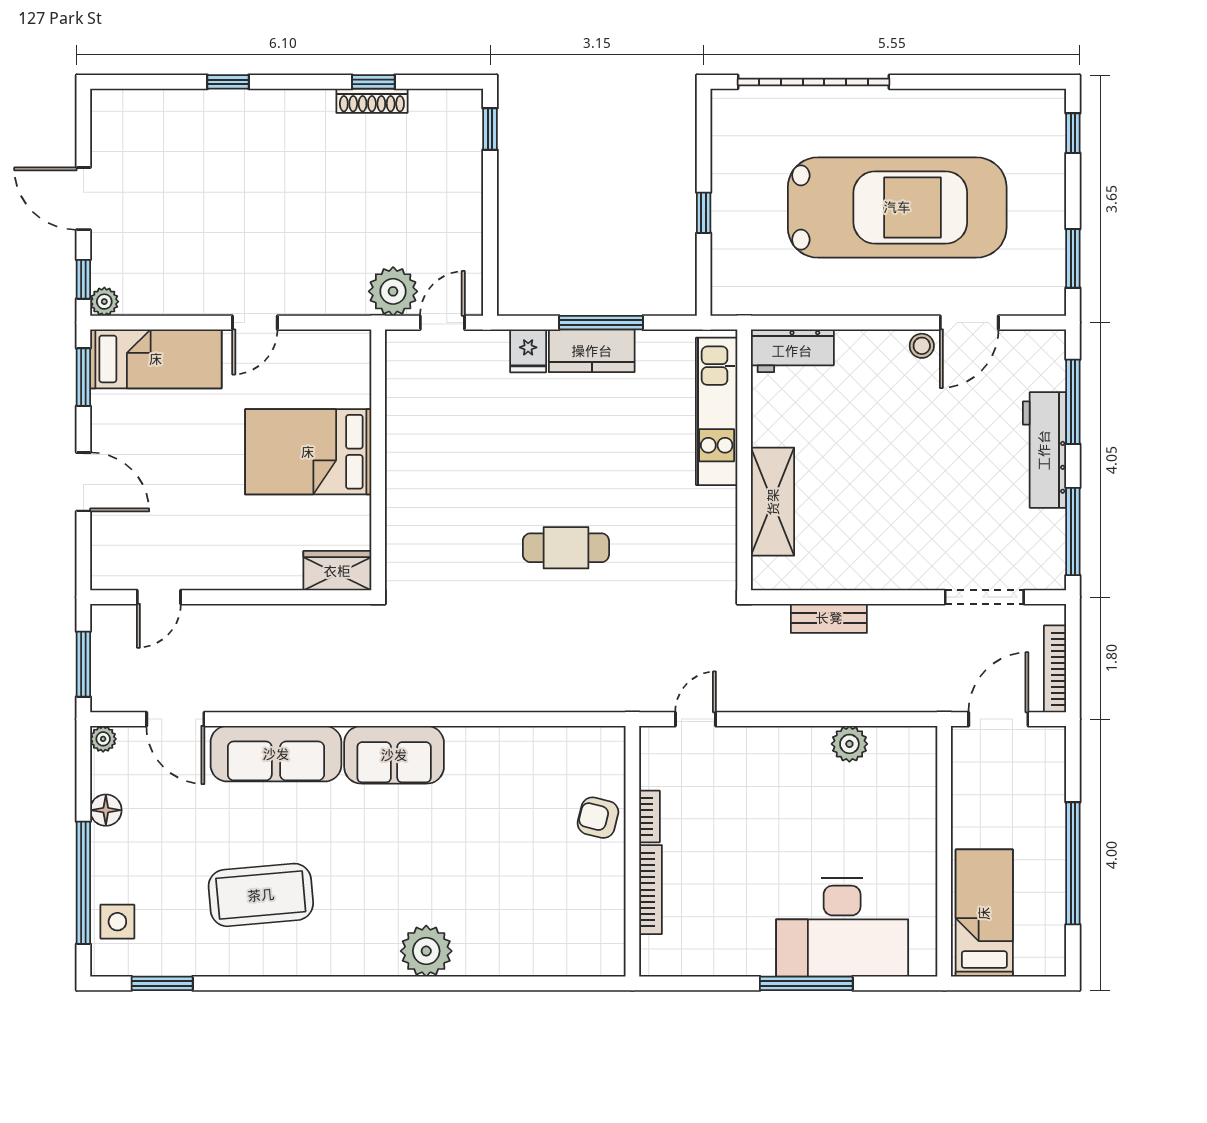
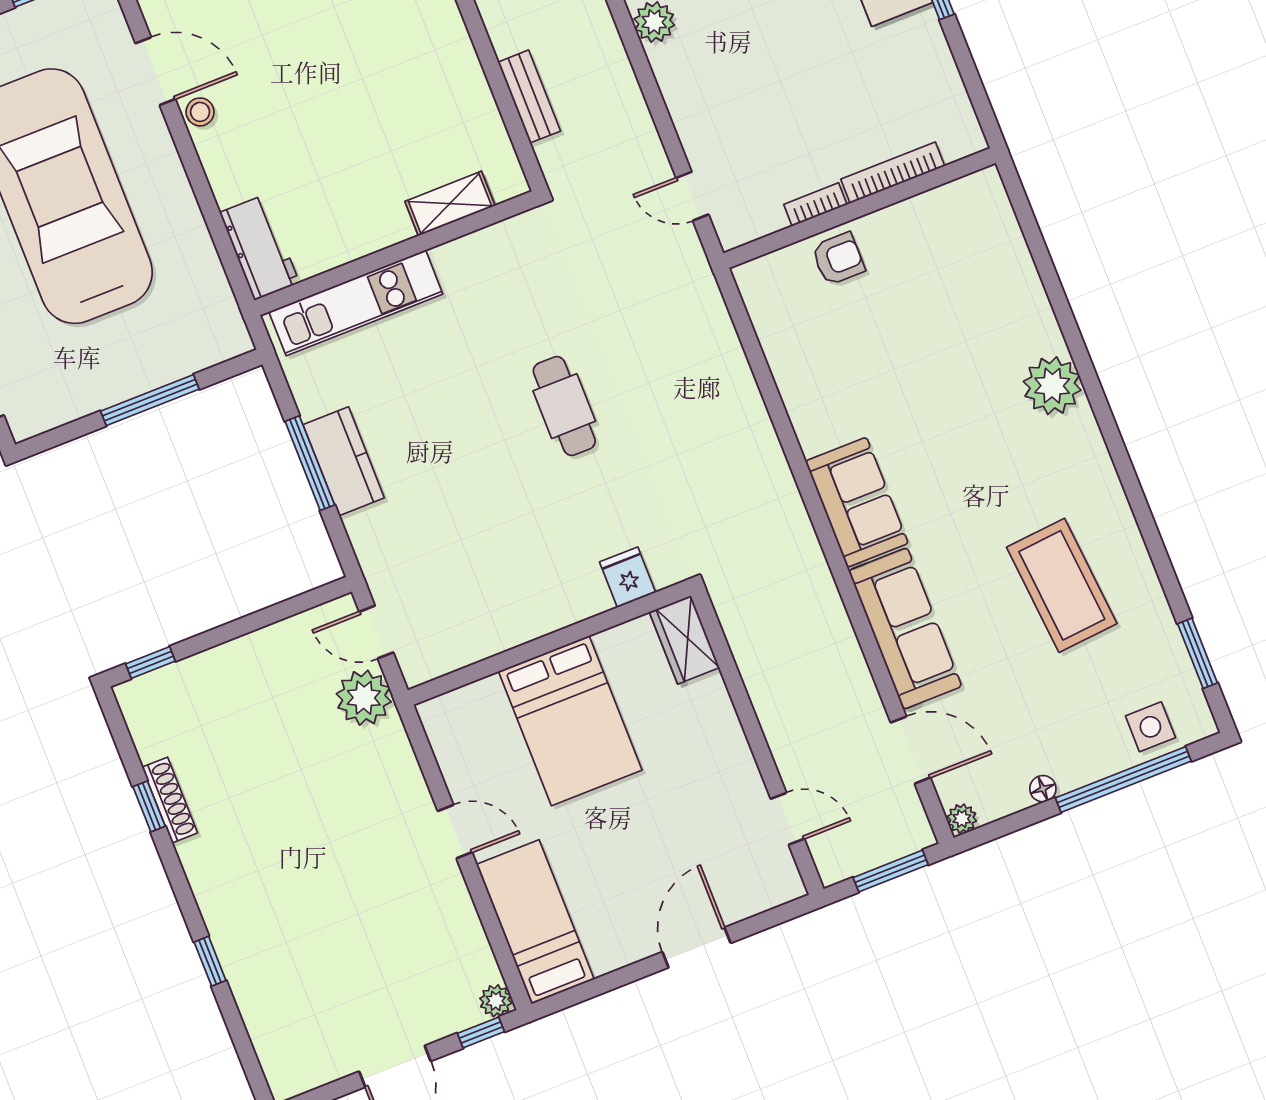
window: (704, 213) -> (150, 400), width x2.17
fridge: (528, 351) -> (628, 577), moved, turned -90
window: (83, 377) -> (585, 991), removed
shelving: (773, 502) -> (450, 204), width x0.67, depth x0.75
door: (175, 719) -> (910, 750), hinge flipped
floor lamp: (106, 810) -> (1043, 789), width x0.73, depth x0.73
armchair: (598, 818) -> (838, 259), turned -104

